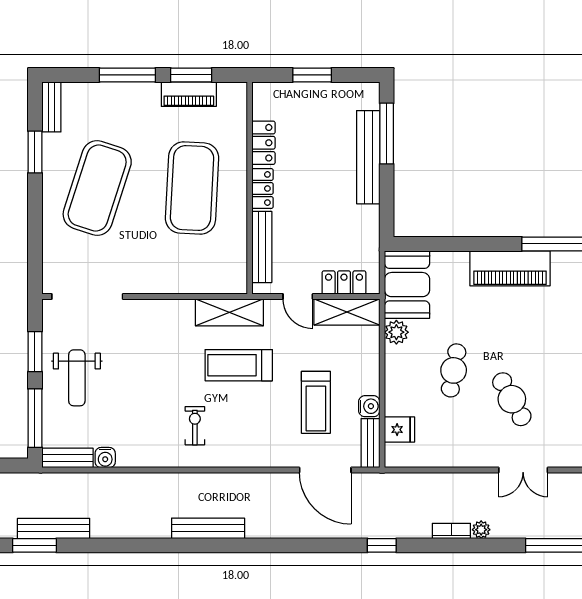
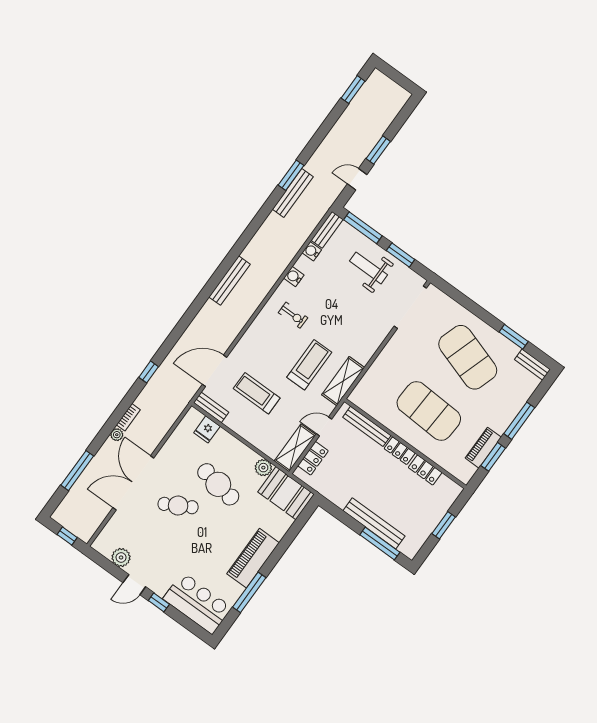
cafe table: (454, 370) -> (218, 484), width x1.37, depth x1.35
water cooler: (369, 406) -> (294, 277), moved, turned 90
double door: (523, 470) -> (133, 483), width x1.87

